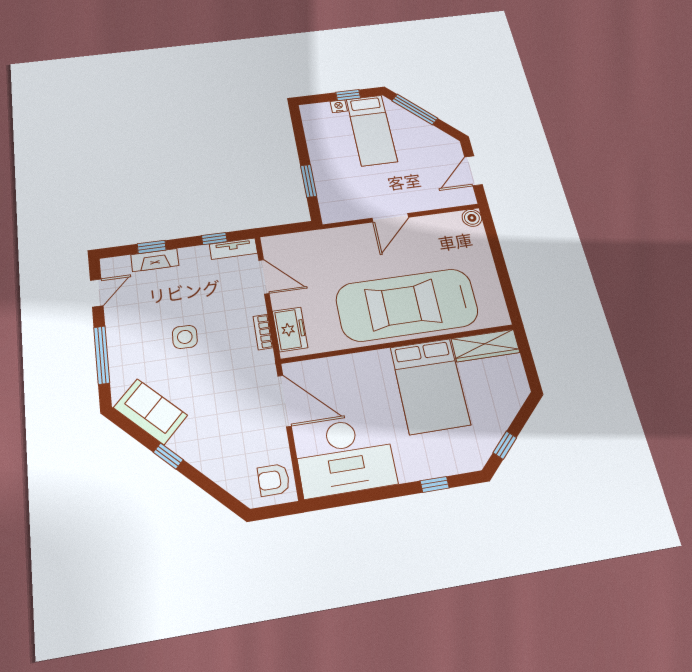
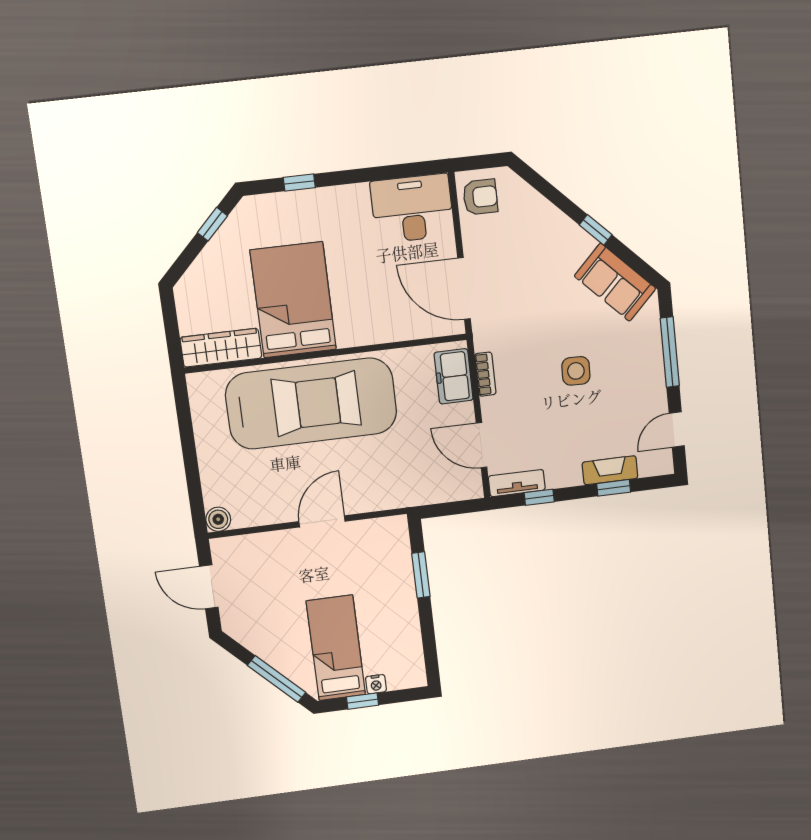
door: (473, 171) -> (209, 587), swing flipped
desk: (345, 457) -> (412, 208), width x0.73, depth x0.77

